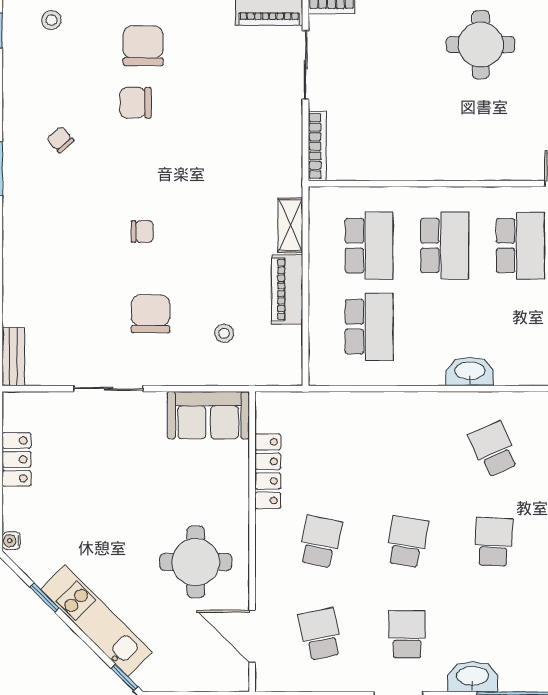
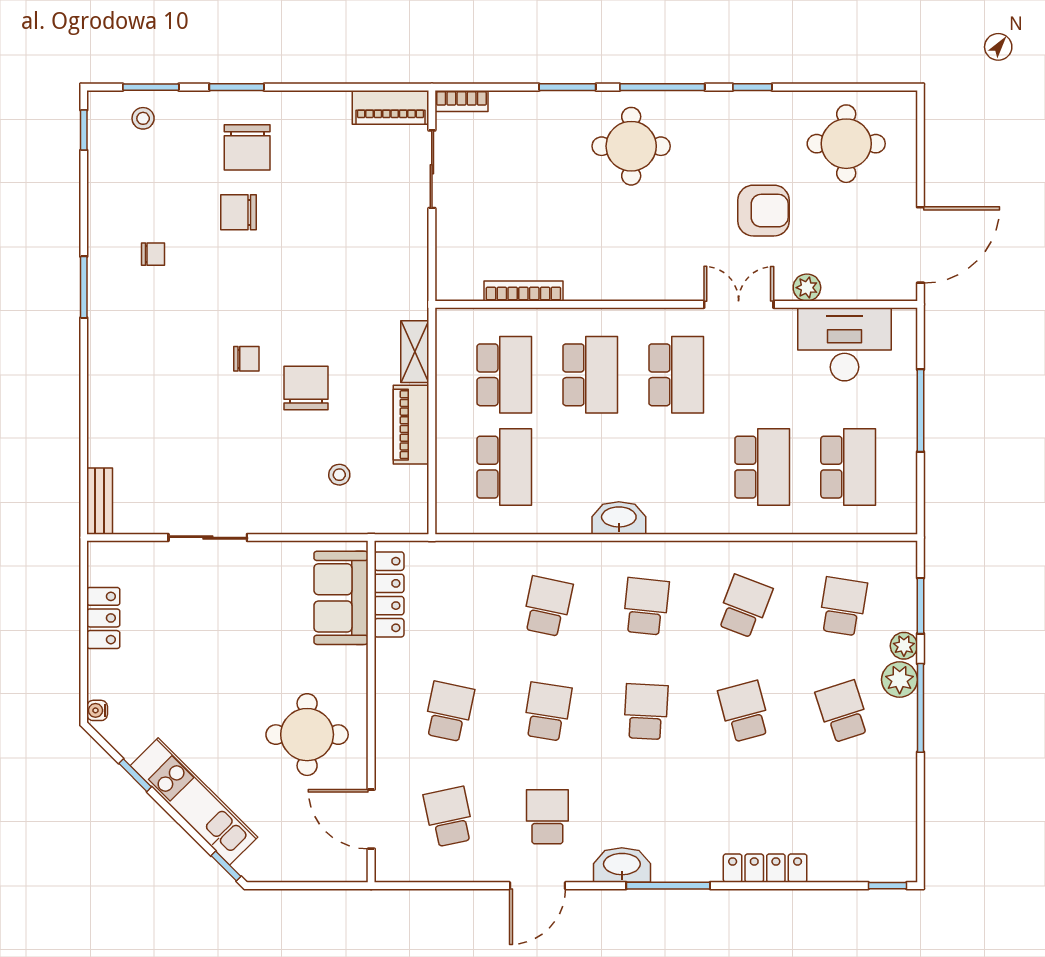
chair: (143, 46) -> (247, 147), turned 180
chair: (60, 140) -> (153, 254), turned 131
bookcase: (317, 146) -> (523, 291), moved, turned -90
chair: (150, 314) -> (306, 388), moved
sofa: (208, 415) -> (341, 598), moved, turned 90
school desk: (407, 449) -> (547, 606), added
school desk: (494, 449) -> (646, 606), turned 30
locker: (268, 471) -> (389, 594), moved

